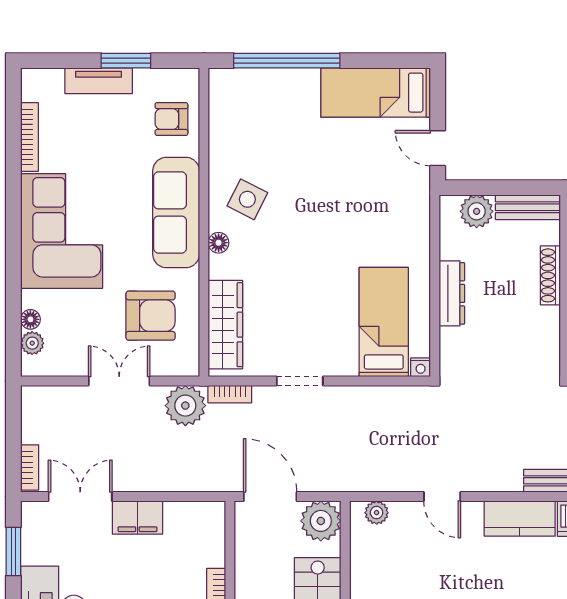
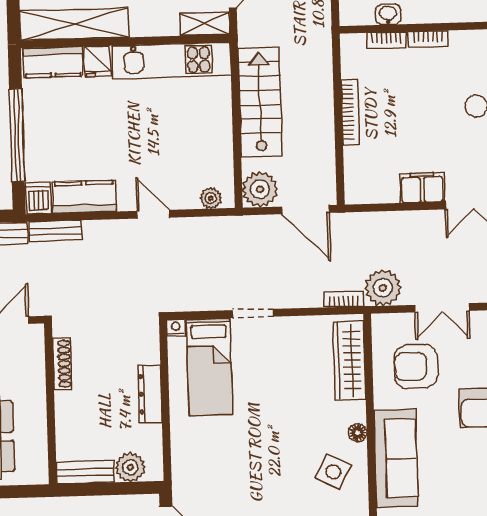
shoe rack: (550, 275) -> (62, 364), moved
doorway: (300, 381) -> (253, 313), moved

